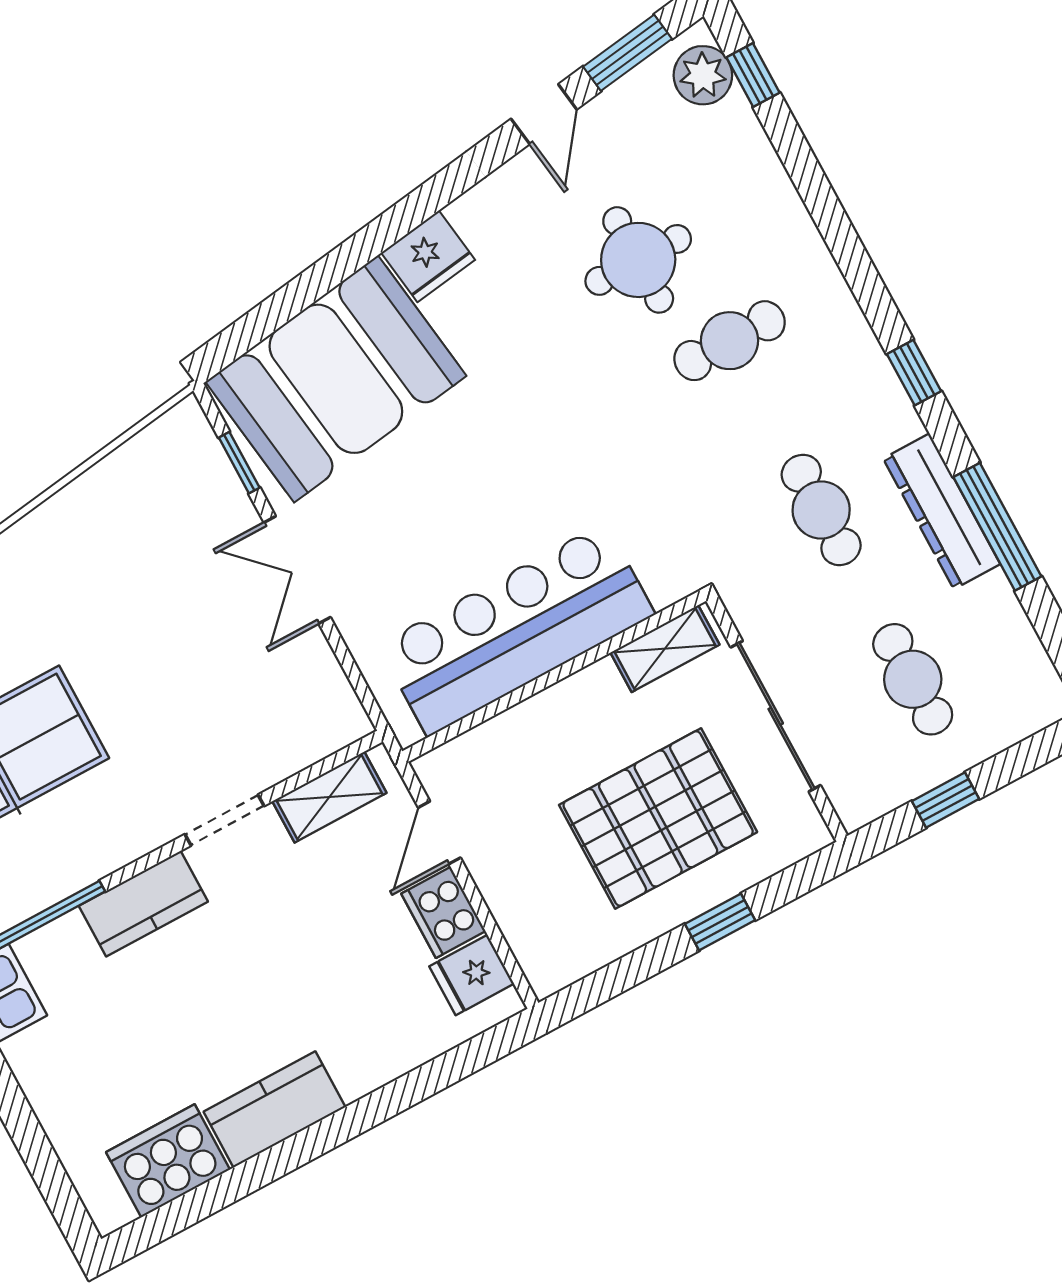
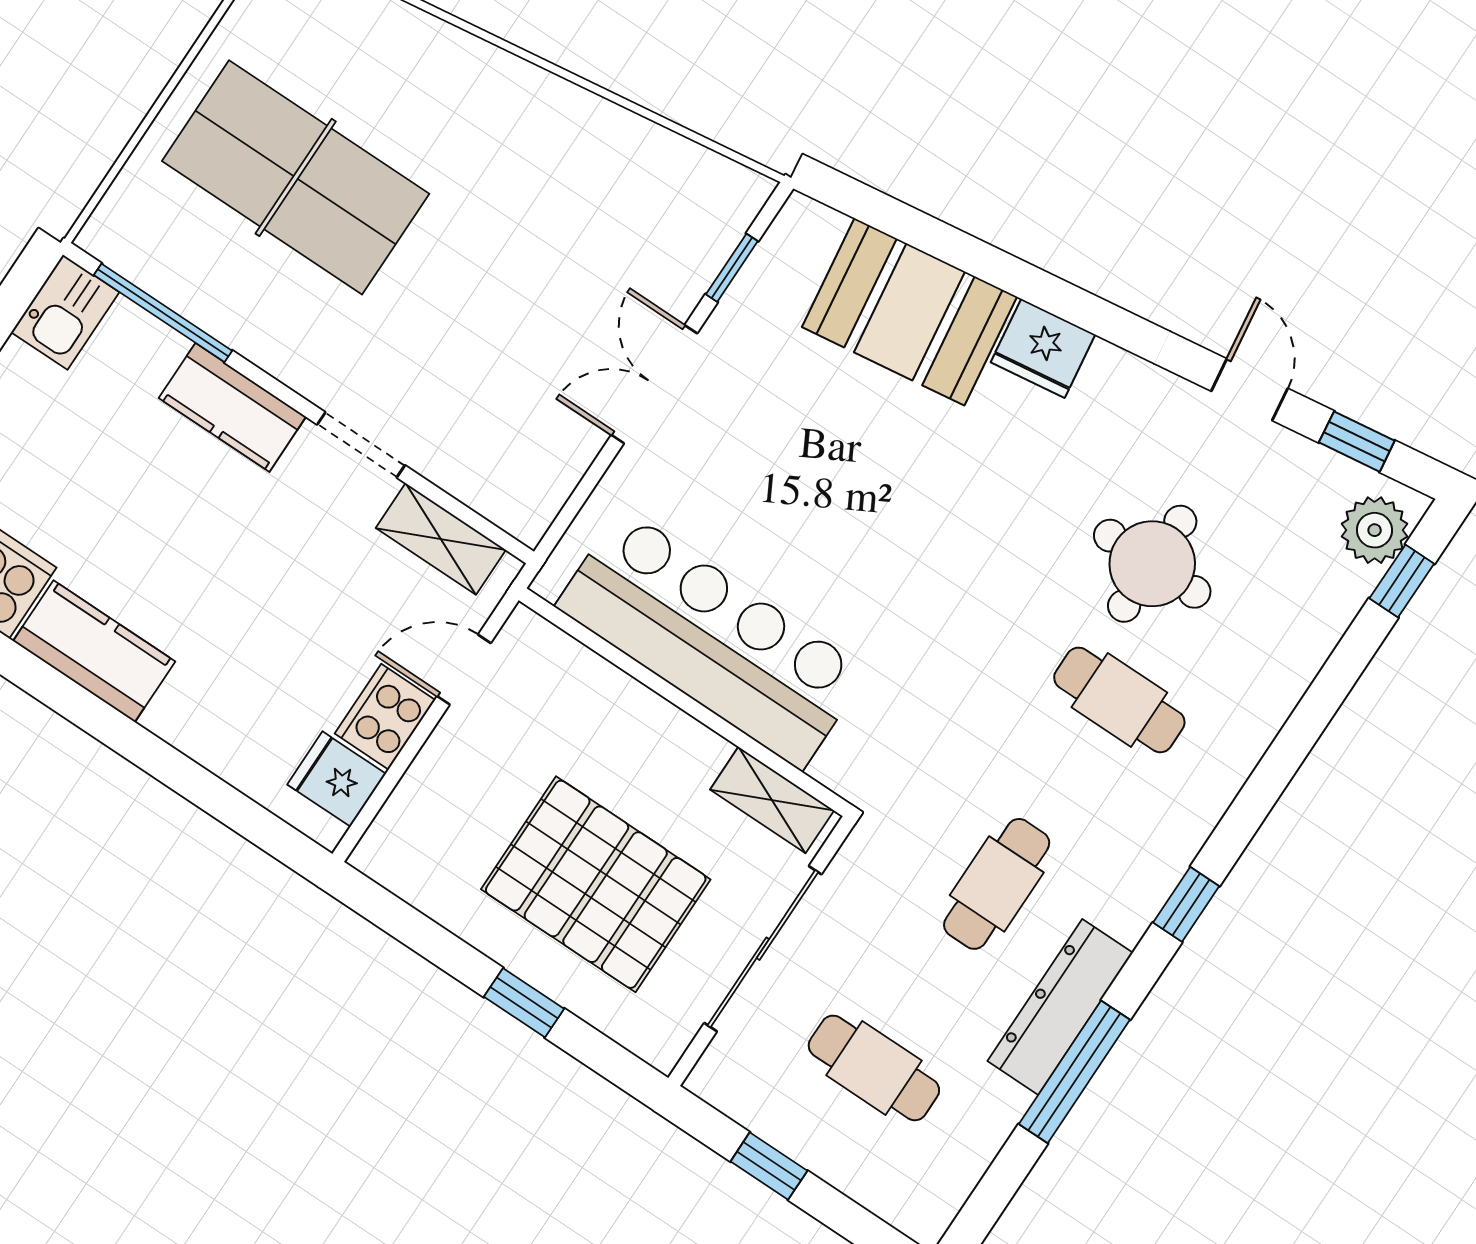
window: (628, 53) -> (1357, 442), width x0.67
door: (544, 114) -> (1250, 390), swing flipped
booth: (336, 379) -> (910, 312), width x0.73, depth x0.70
cafe table: (913, 679) -> (874, 1068), turned 90

